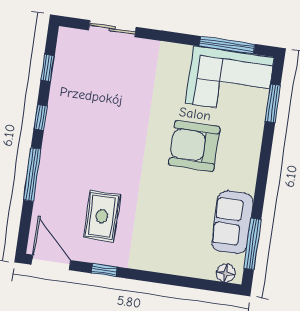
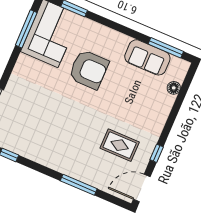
window: (41, 117) -> (41, 169), removed
armchair: (194, 146) -> (89, 70), turned -90
floor lamp: (226, 273) -> (174, 88), moved

